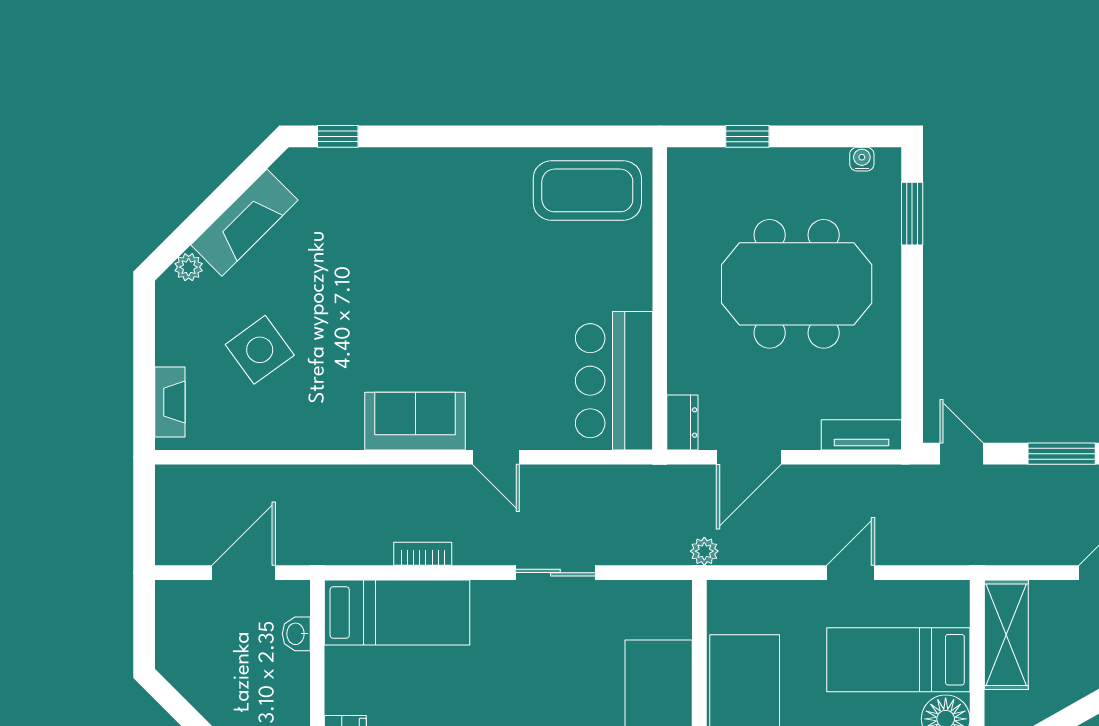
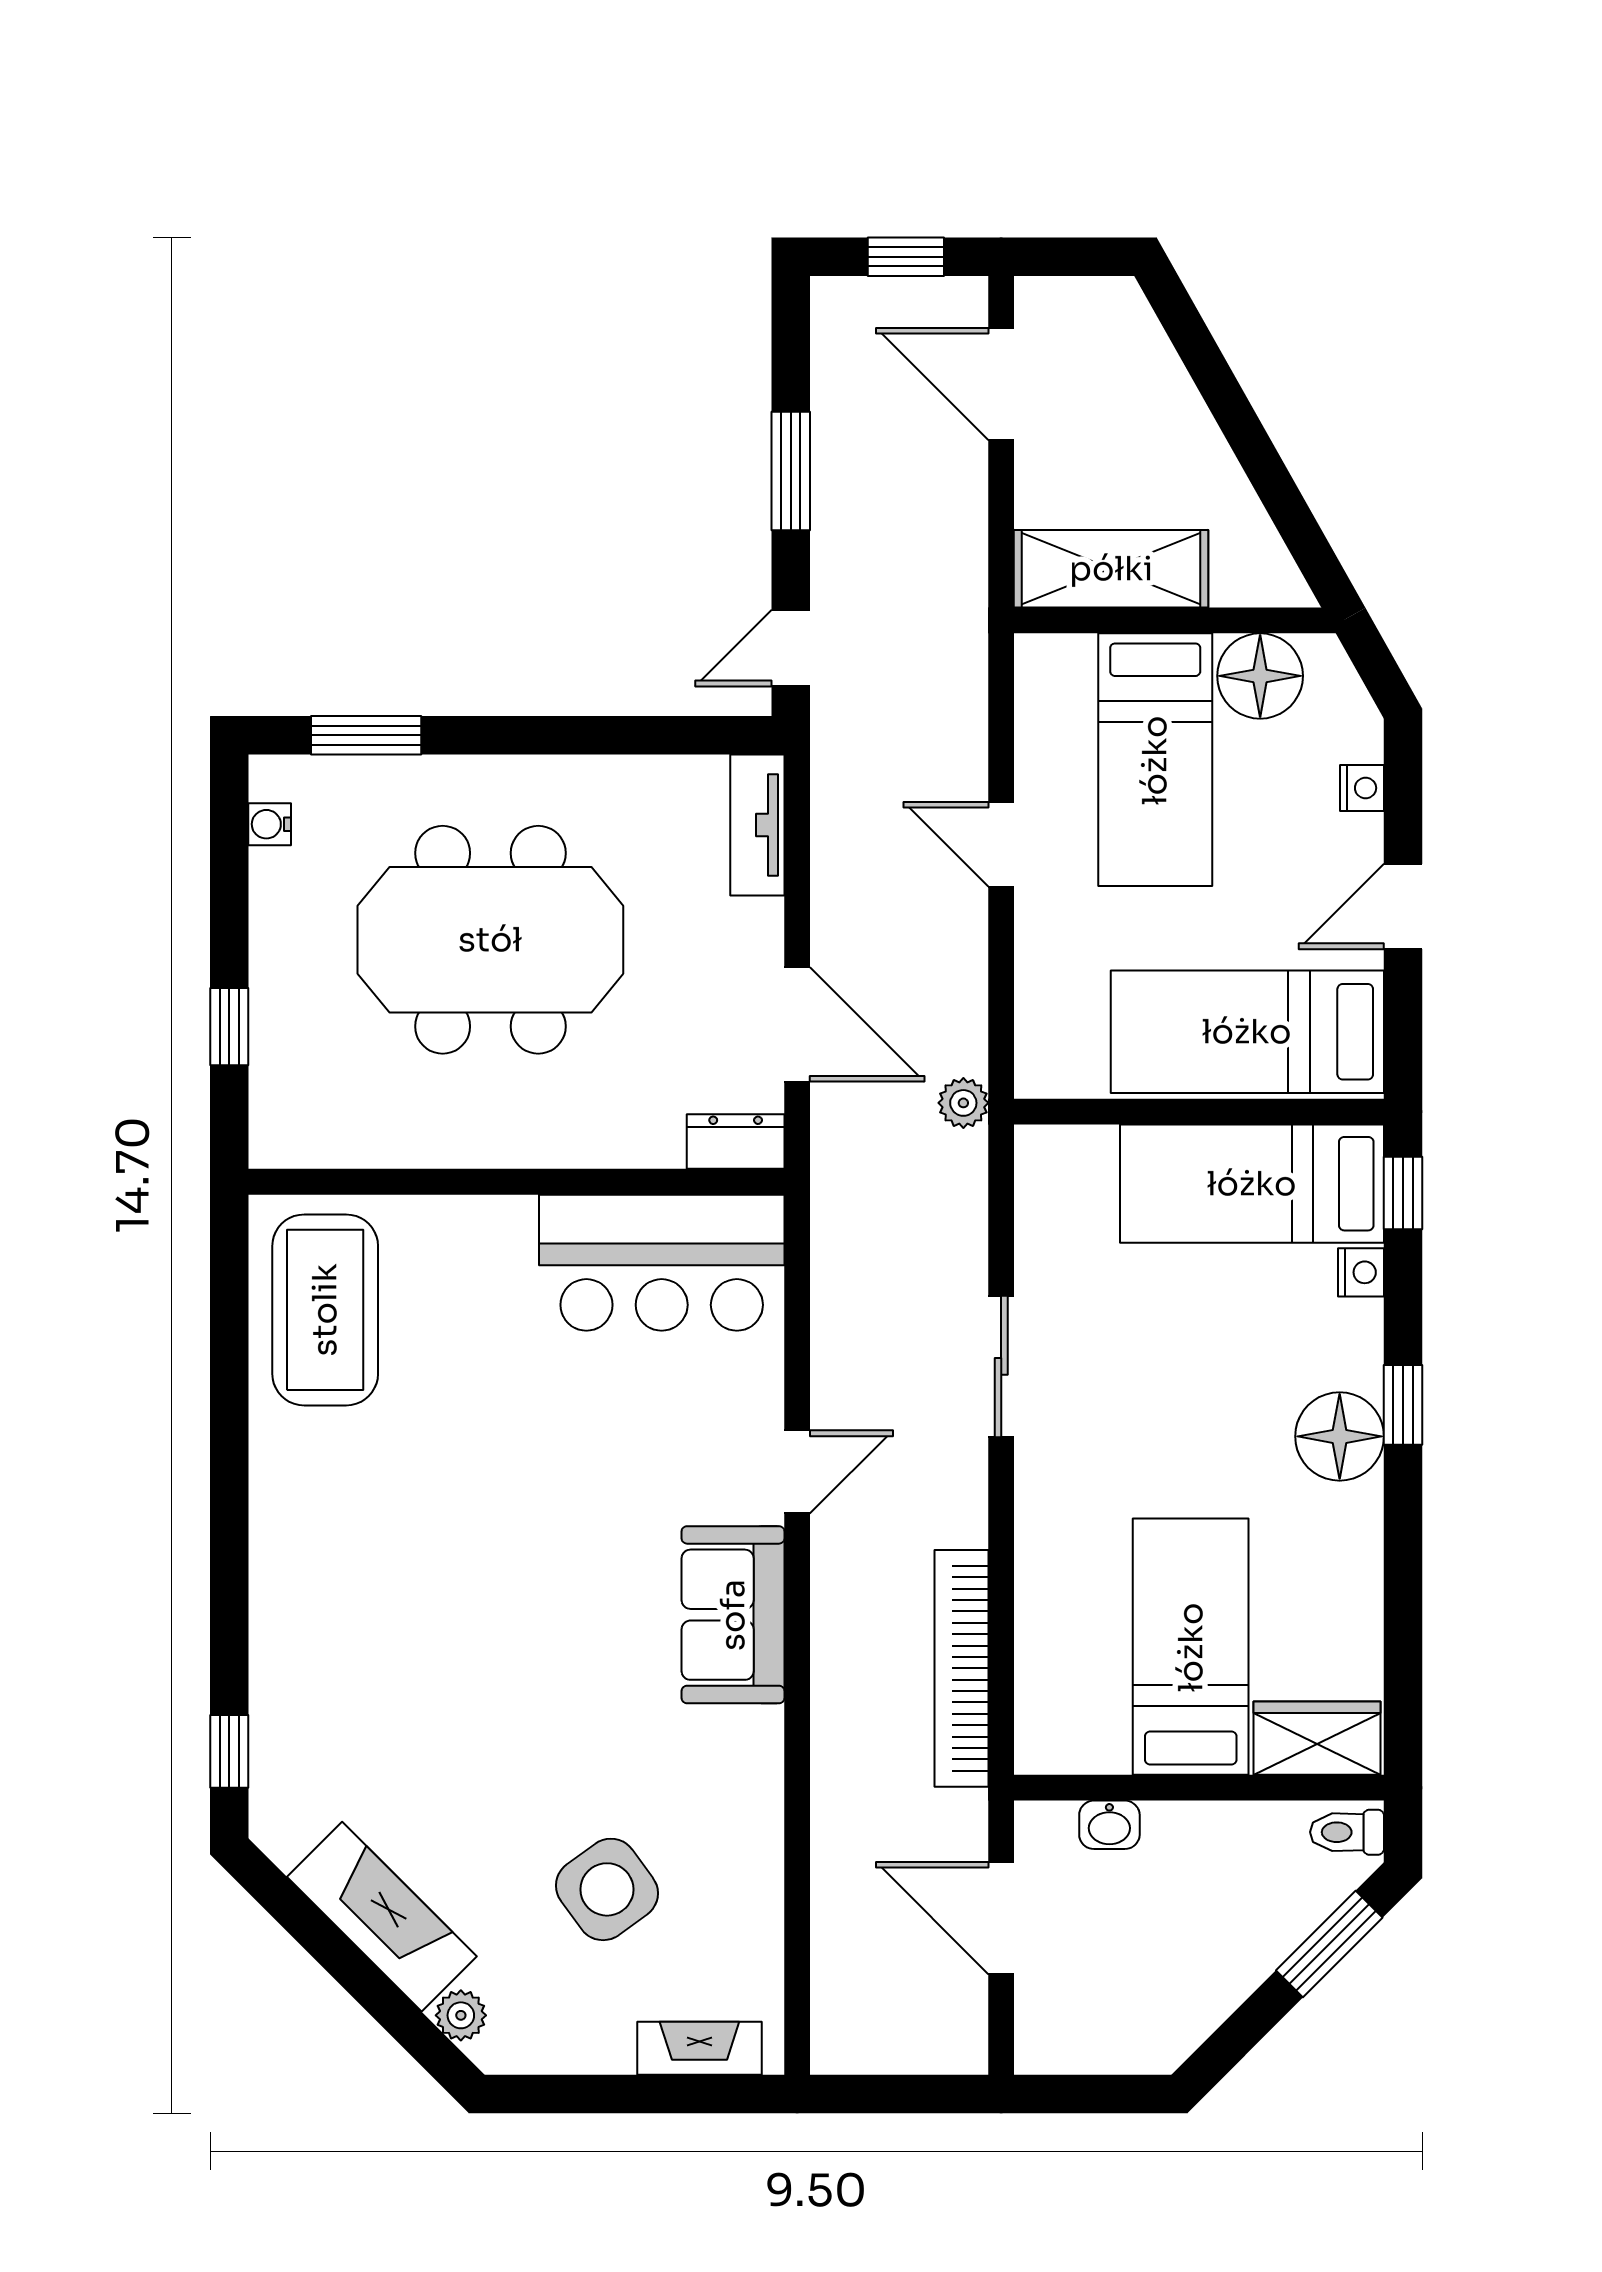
meeting table: (797, 284) -> (490, 940), turned 90
bookcase: (423, 554) -> (962, 1668), width x2.31, depth x1.31
bed: (397, 612) -> (1191, 1647), moved

